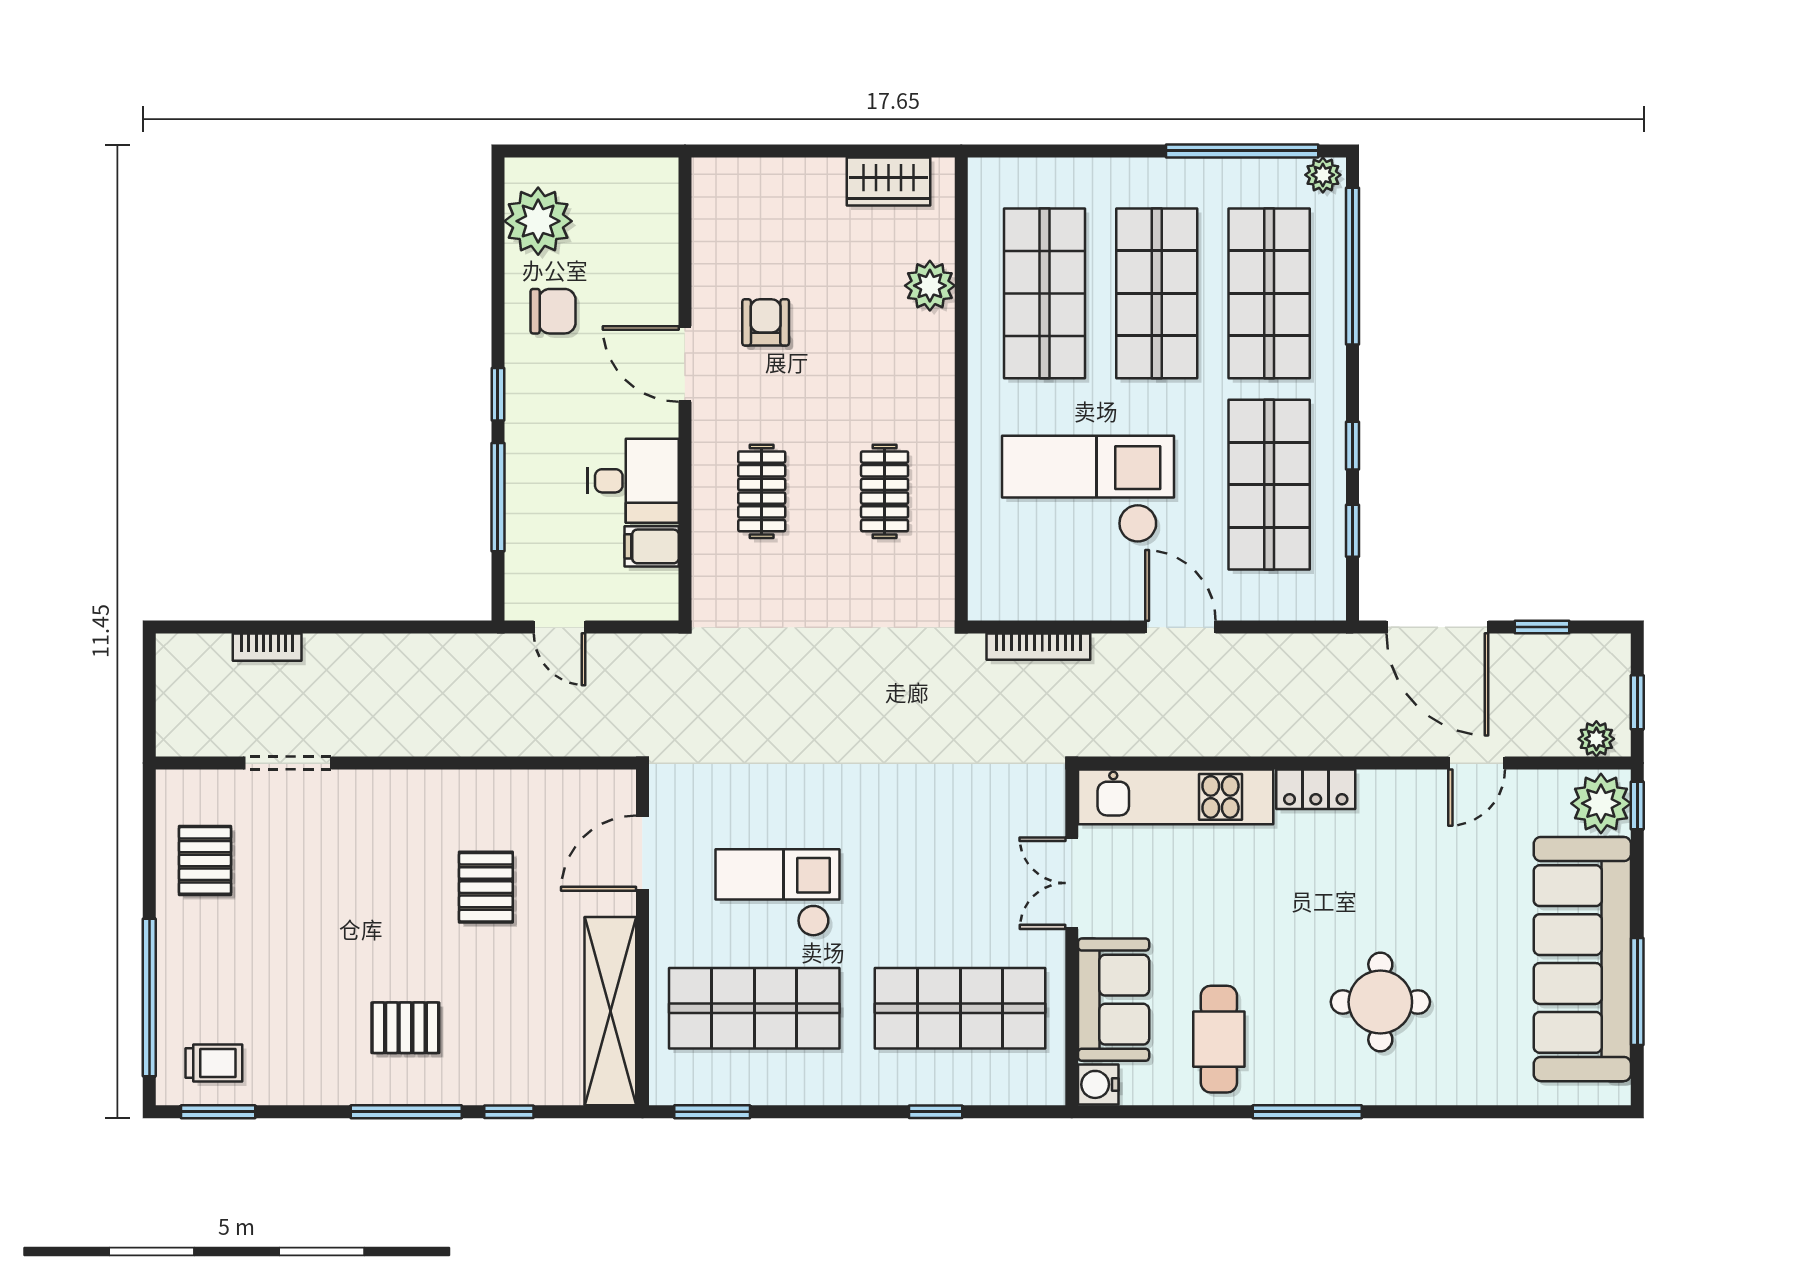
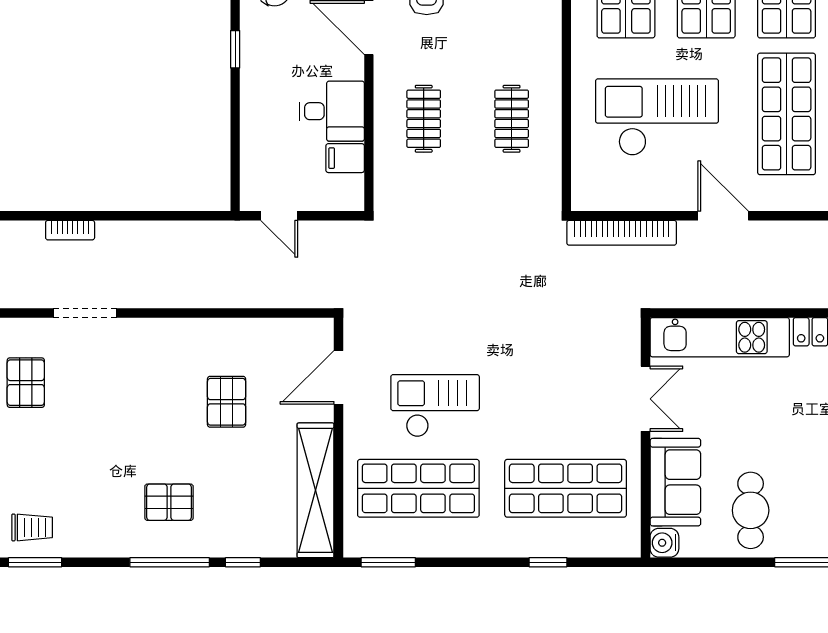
window: (498, 497) -> (235, 123), removed
bookcase: (1038, 647) -> (622, 233), width x1.48, depth x1.31
double door: (1072, 883) -> (645, 399), swing flipped

